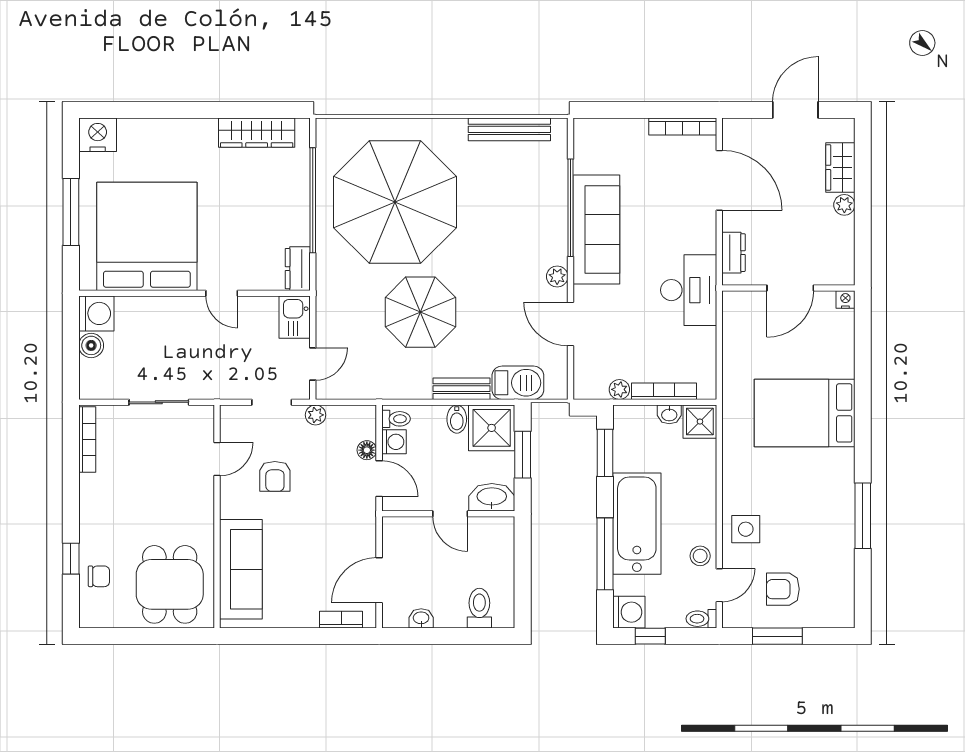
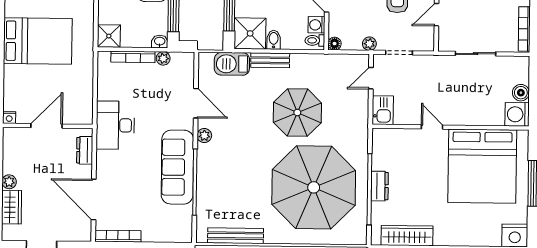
dresser: (298, 269) -> (380, 186), moved
washbasin: (669, 414) -> (160, 41), moved
floor lamp: (367, 450) -> (335, 44), moved

